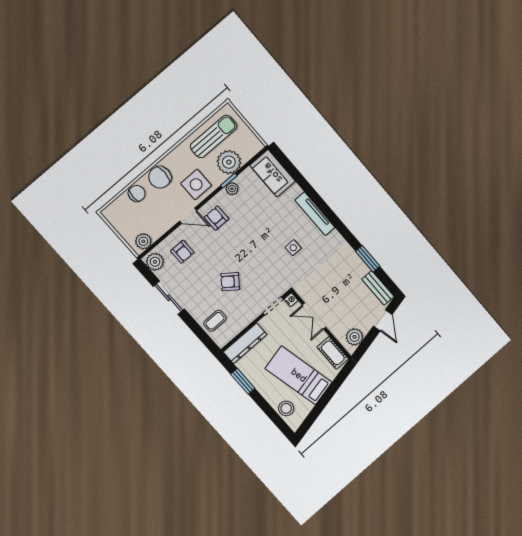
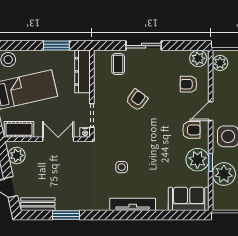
plant: (232, 189) -> (197, 160), width x1.88, depth x1.88
sliding door: (169, 298) -> (144, 46), moved

